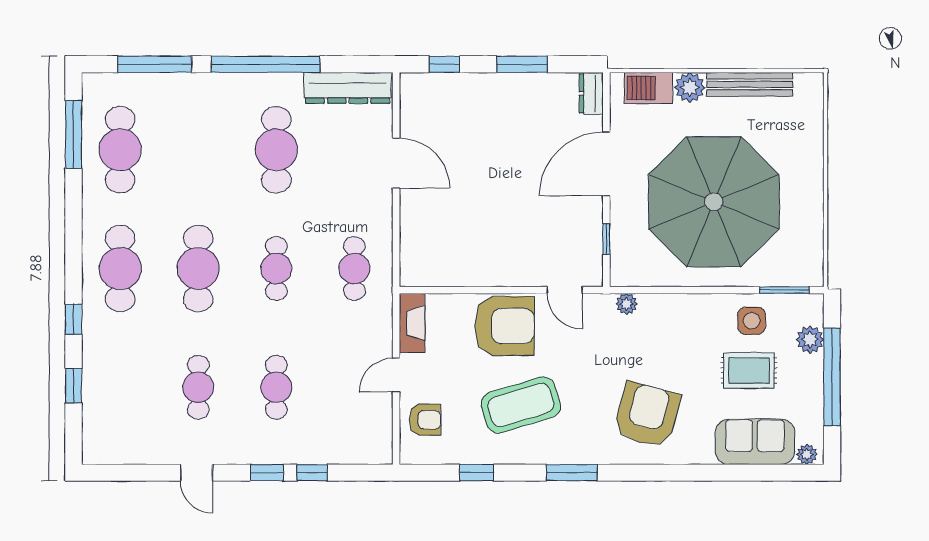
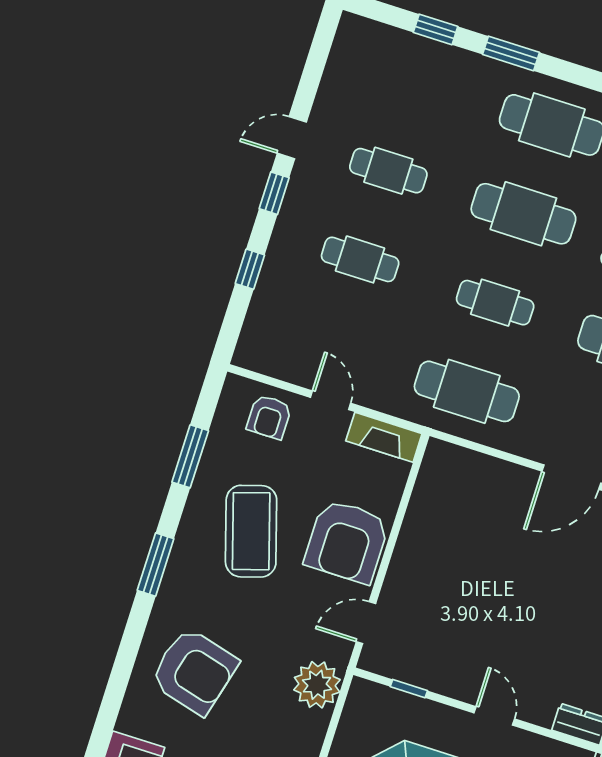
door: (606, 164) -> (494, 716), width x0.53
cafe table: (354, 268) -> (467, 391), width x1.37, depth x1.35
plant: (627, 304) -> (317, 685), width x1.87, depth x1.87
window: (73, 319) -> (511, 53), width x1.50
window: (267, 473) -> (274, 193), moved
window: (477, 473) -> (190, 456), width x1.50

